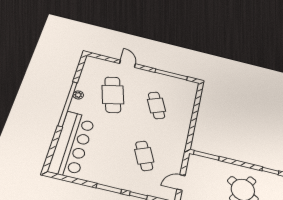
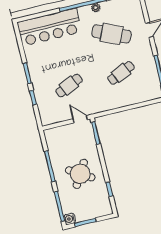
cafe table: (113, 95) -> (112, 34), turned 39
door: (181, 182) -> (80, 119), moved

